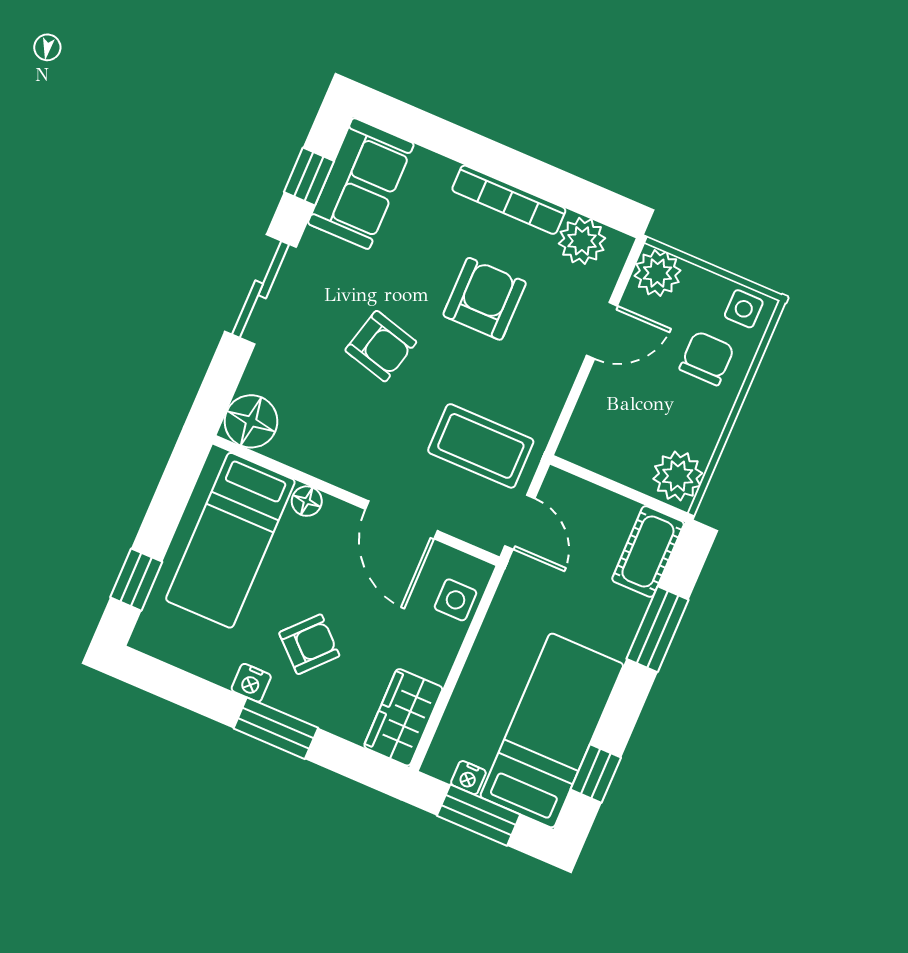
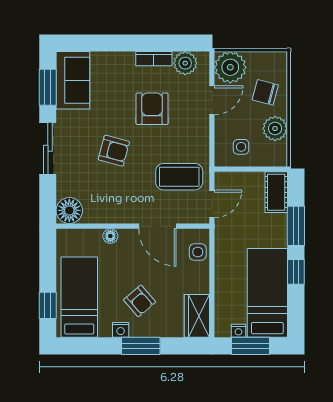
window: (309, 177) -> (48, 87), width x1.50
bookcase: (509, 200) -> (154, 59), width x0.64
plant: (657, 273) -> (230, 67), width x1.36, depth x1.36
side table: (744, 309) -> (241, 147), moved
chair: (707, 358) -> (265, 92), turned -75
plant: (678, 476) -> (275, 128), moved
door: (520, 522) -> (212, 204), hinge flipped
bed: (230, 540) -> (79, 297), moved, turned 180
armchair: (309, 644) -> (140, 301), turned 96
window: (596, 774) -> (296, 272), moved

